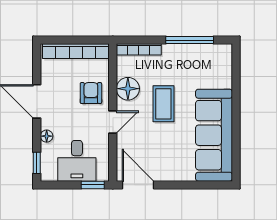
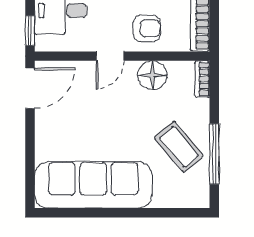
bookcase: (139, 49) -> (202, 79), width x0.64
coffee table: (163, 104) -> (179, 147), moved, turned 50
door: (113, 122) -> (110, 56), hinge flipped

